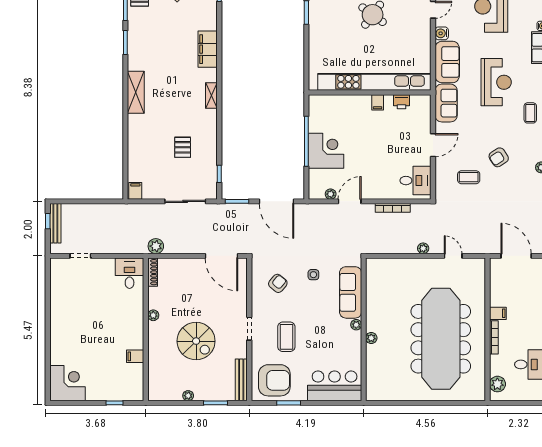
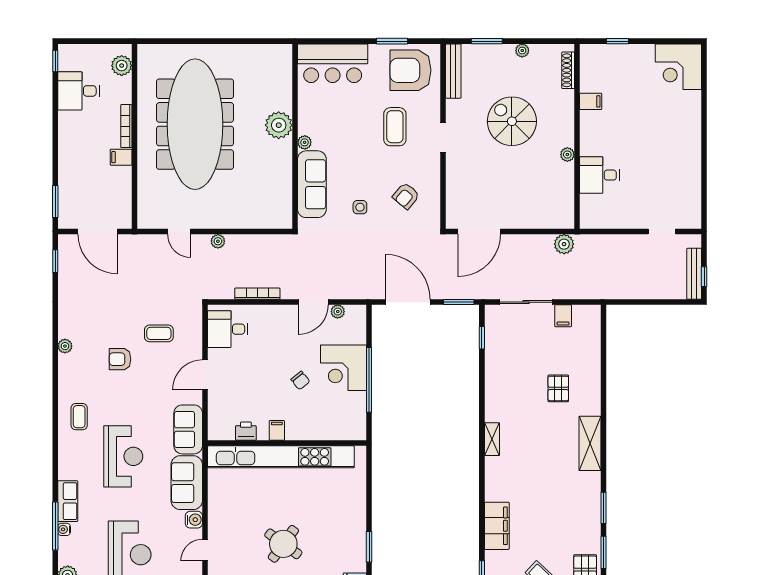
filing cabinet: (208, 49) -> (497, 526), moved
reception desk: (496, 82) -> (123, 456), turned 180
chair: (359, 141) -> (300, 380), added
pallet: (183, 147) -> (558, 388), moved
armchair: (499, 157) -> (120, 359), turned -147
filing cabinet: (135, 191) -> (563, 316), moved
door: (221, 256) -> (479, 232), swing flipped
shoe rack: (153, 272) -> (568, 70), moved
desk: (130, 273) -> (600, 175), moved, turned 90
plant: (371, 338) -> (279, 125), width x1.87, depth x1.87

